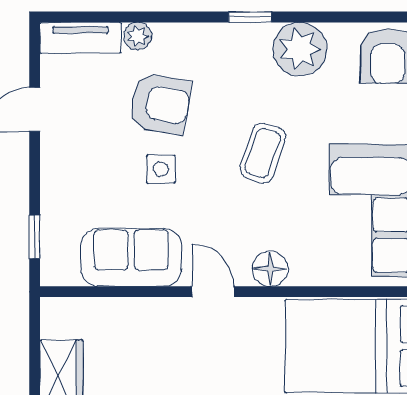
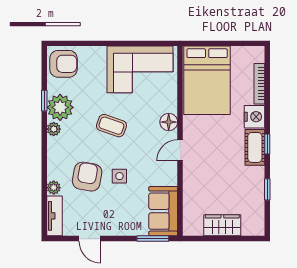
window: (250, 17) -> (44, 101), moved
plant: (256, 36) -> (54, 129), added
window: (35, 237) -> (153, 239), width x1.50
sofa: (131, 257) -> (163, 211), moved

